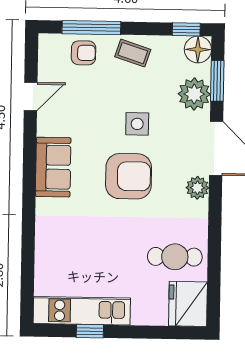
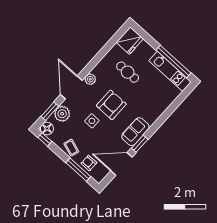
door: (31, 96) -> (121, 164), width x1.88
window: (30, 154) -> (140, 144), added
armchair: (129, 176) -> (111, 105), turned 90
cafe table: (175, 257) -> (128, 72), moved
window: (90, 331) -> (173, 61), width x3.17

